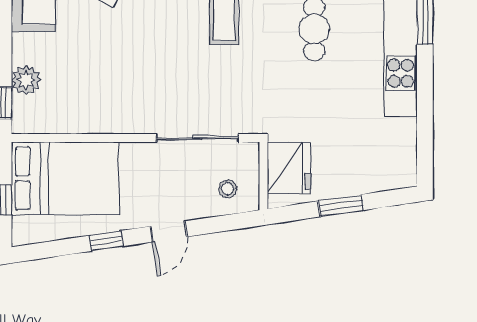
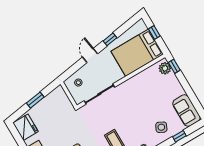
plant: (26, 80) -> (165, 68), moved
fridge: (289, 168) -> (26, 127), moved, turned 180

